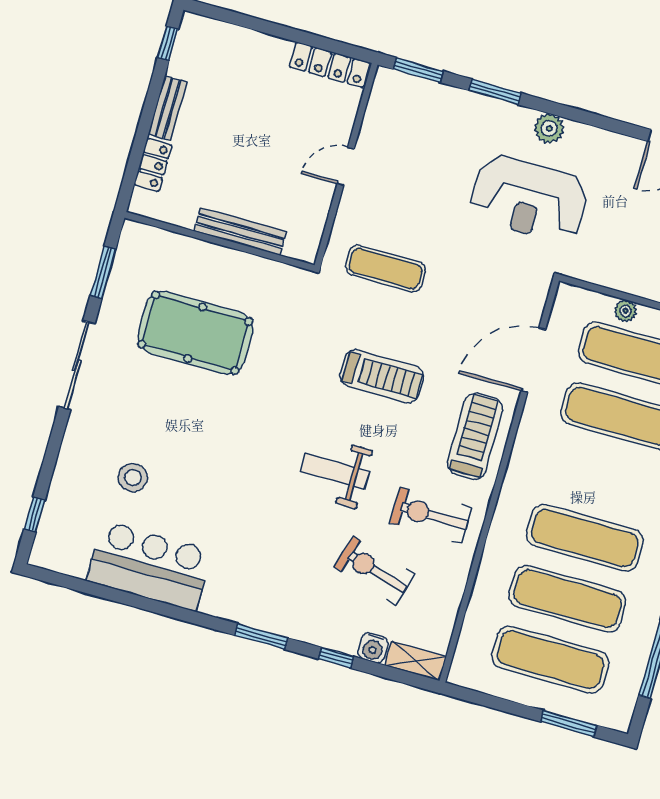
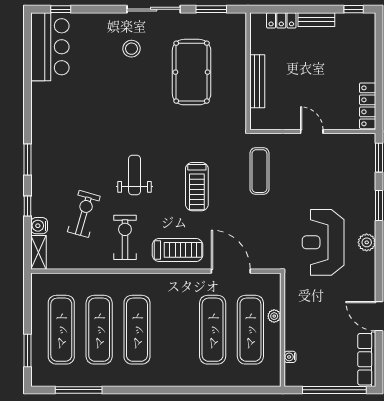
stool: (133, 478) -> (132, 49), moved
bar counter: (149, 566) -> (50, 47), moved

